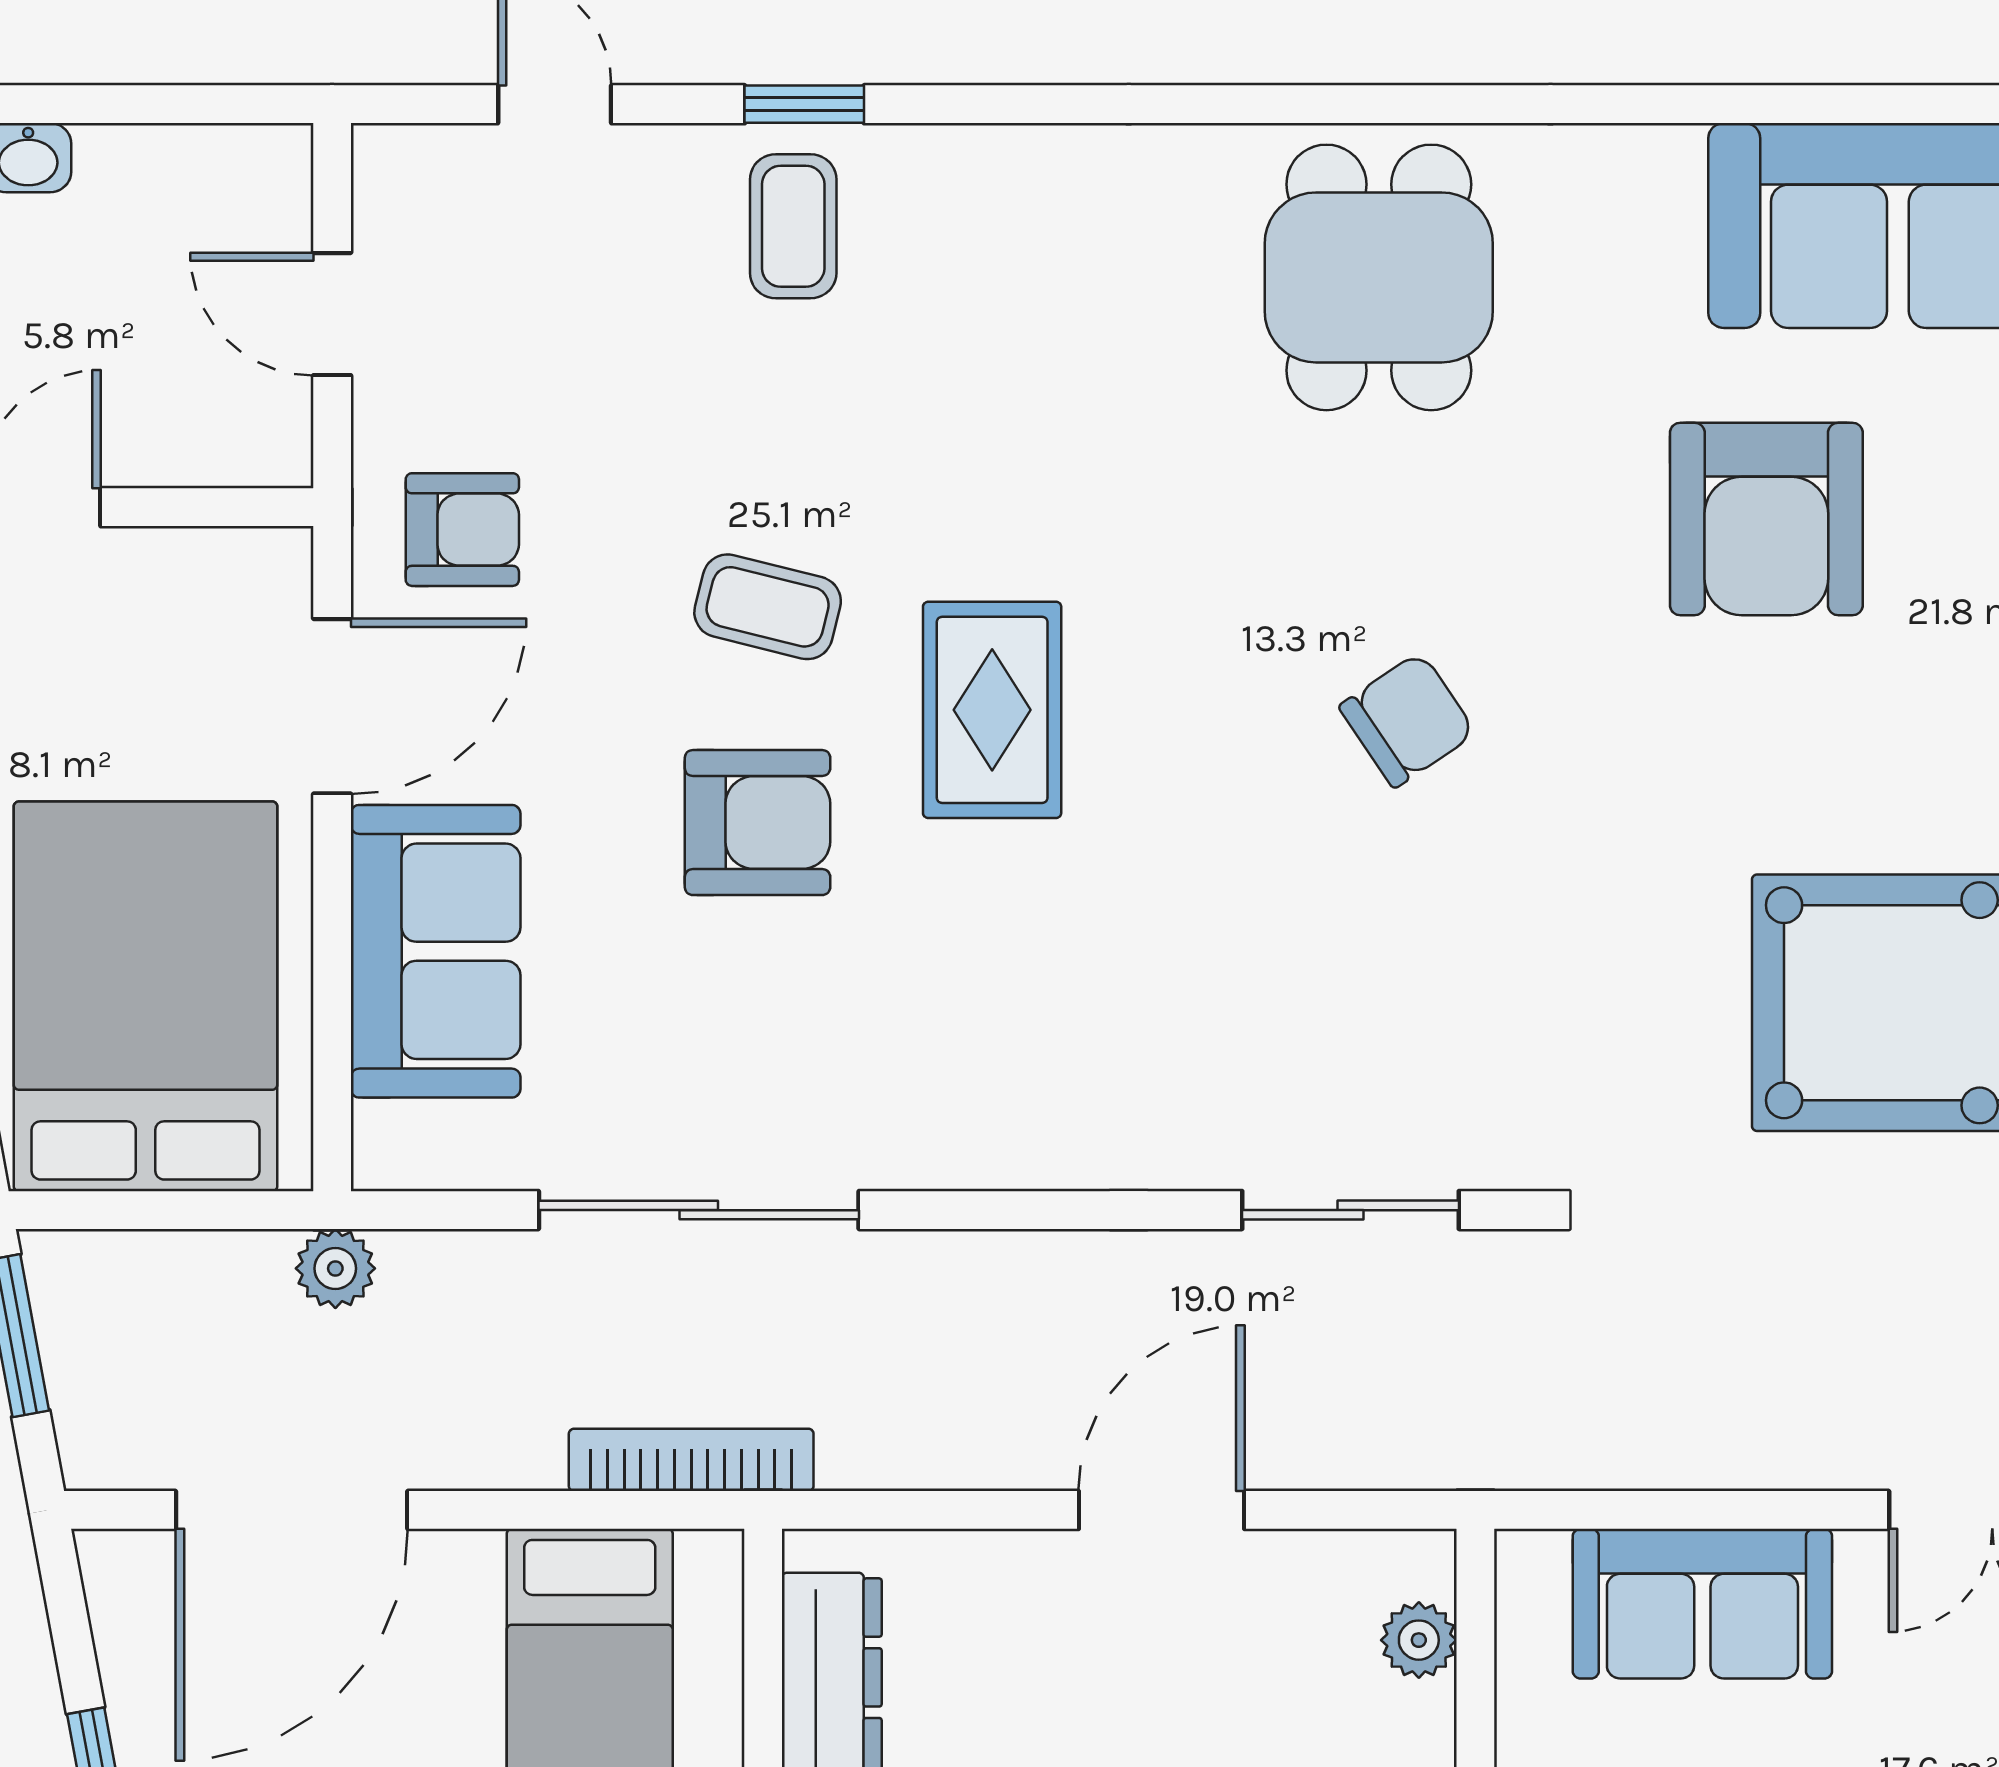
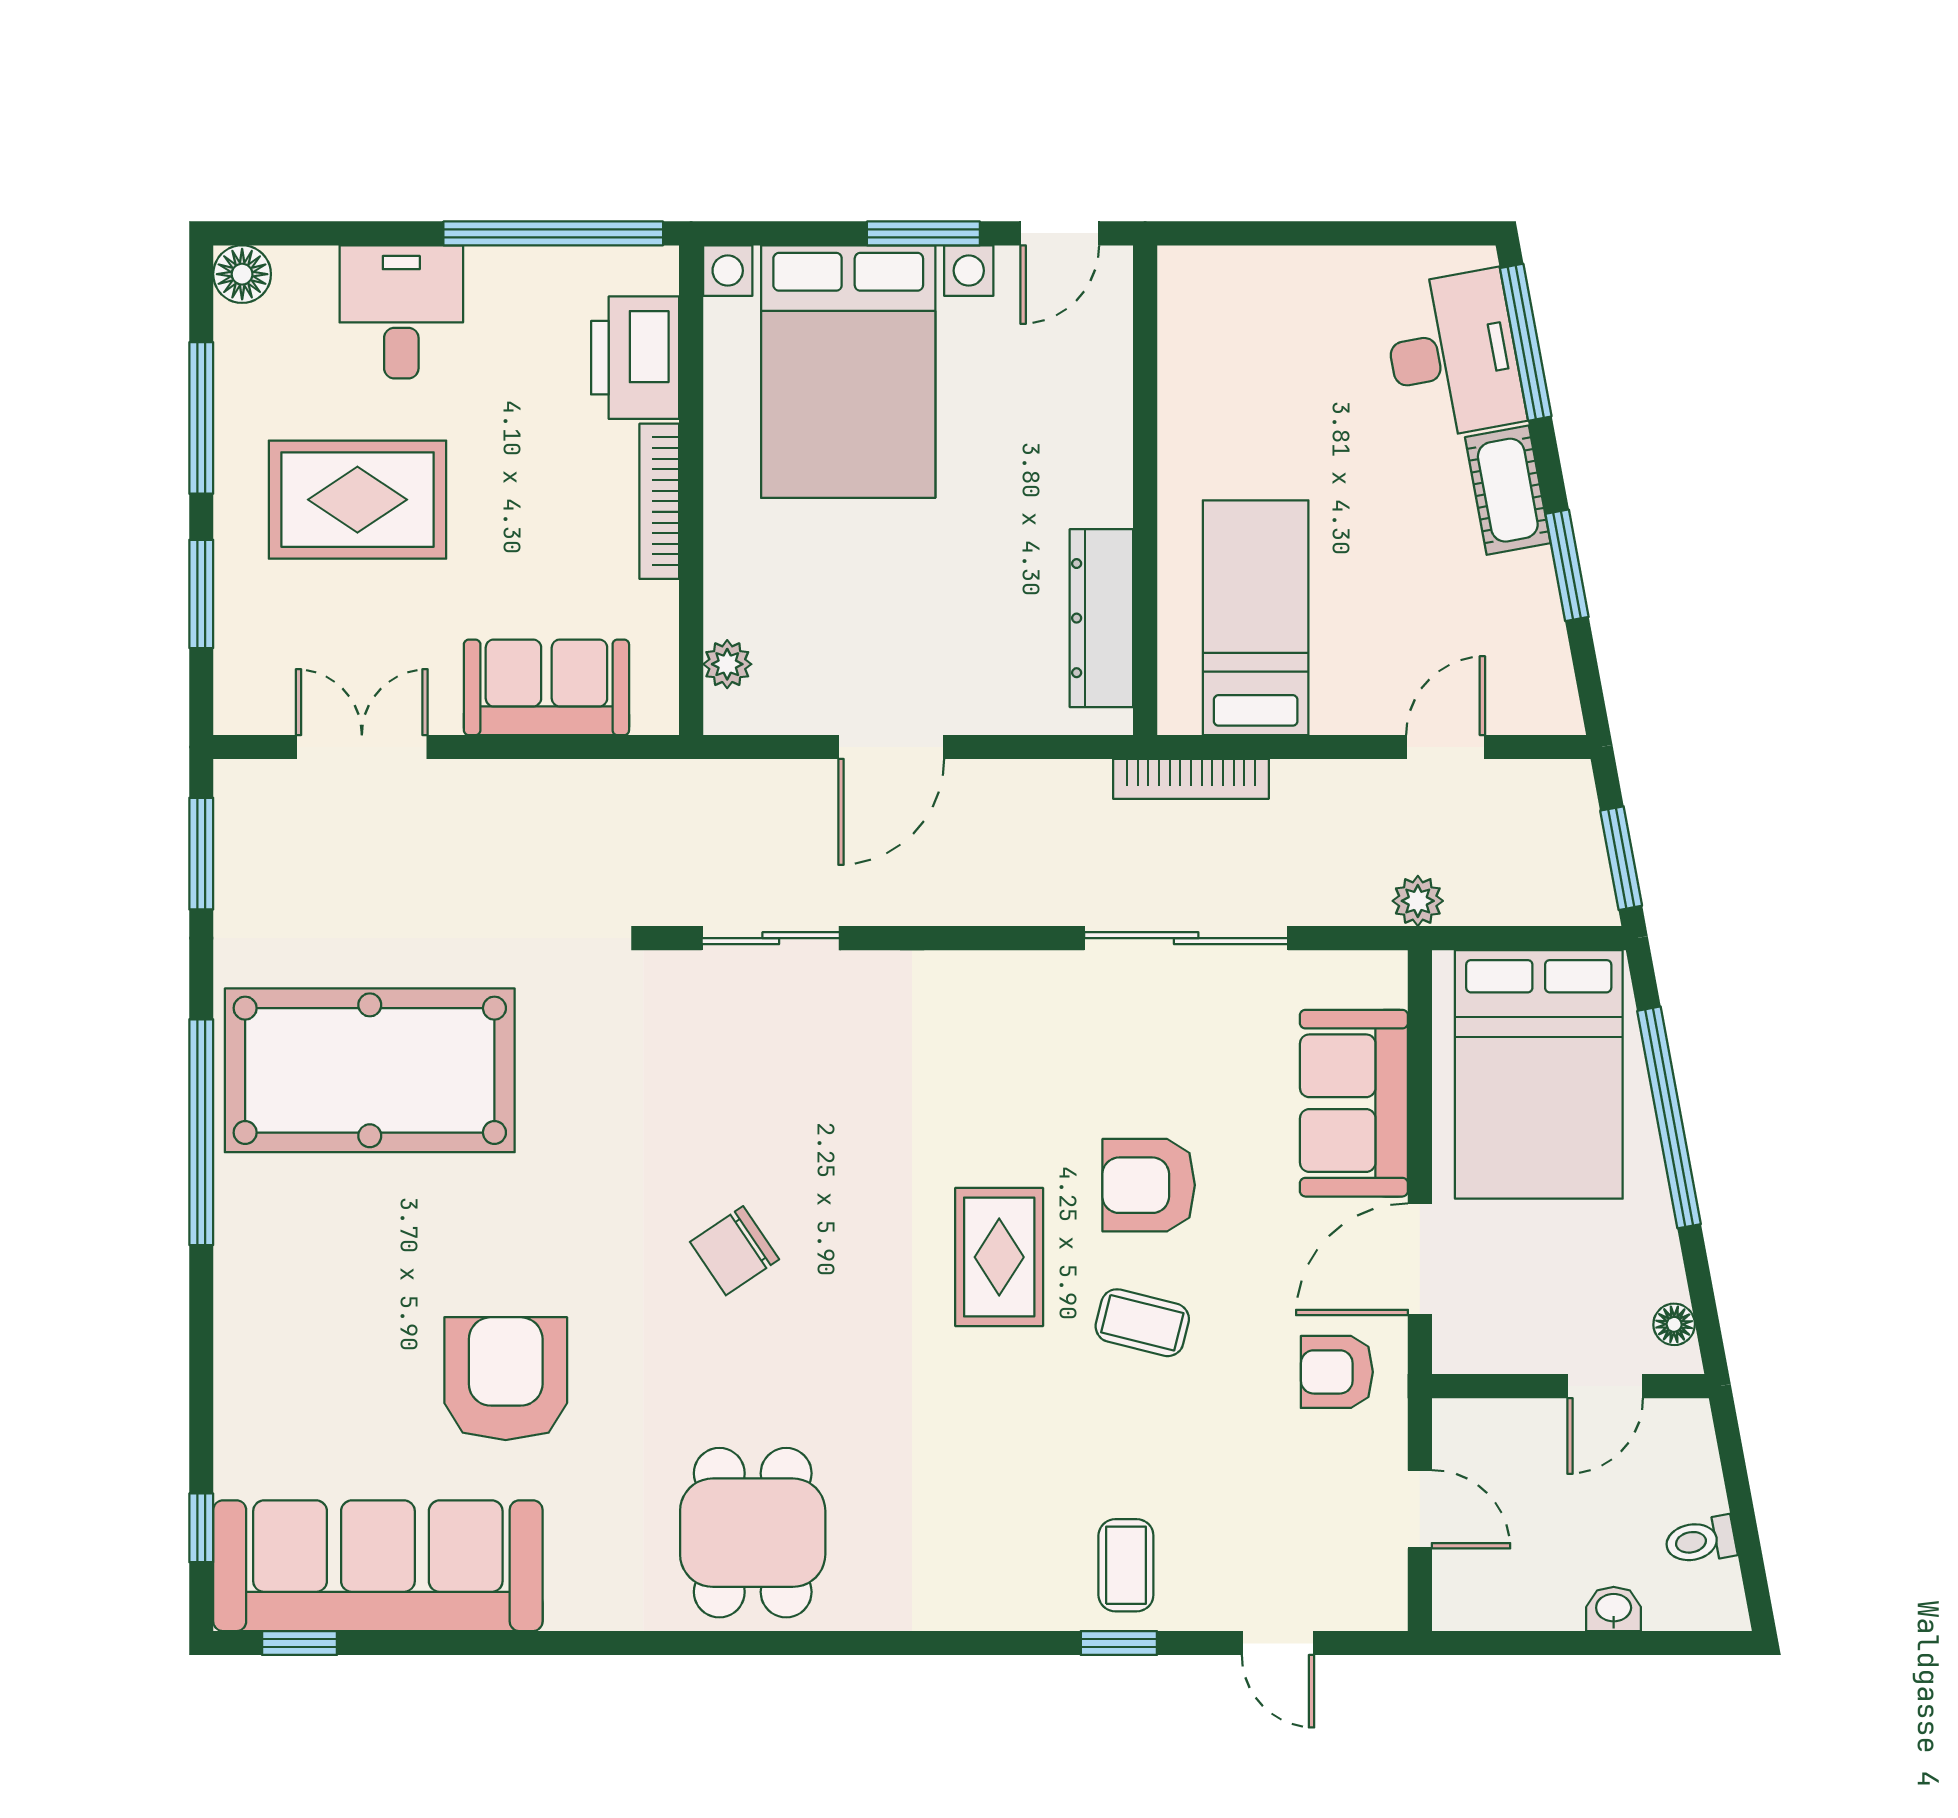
door: (292, 1510) -> (1446, 747), width x0.53

